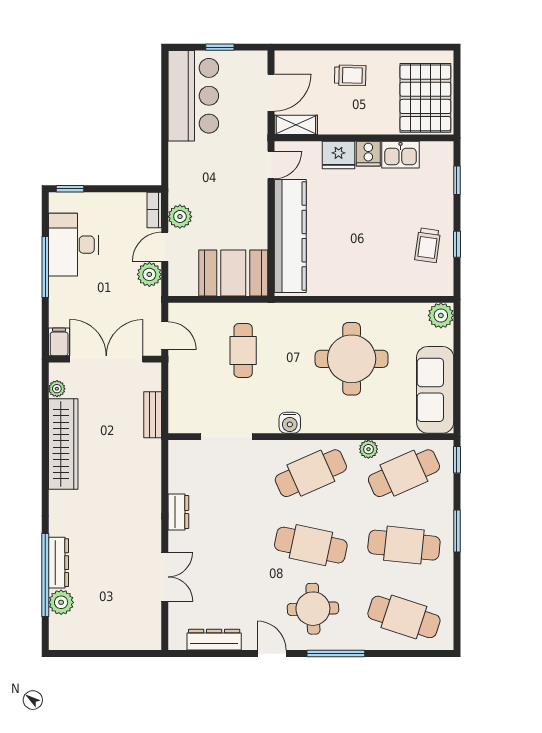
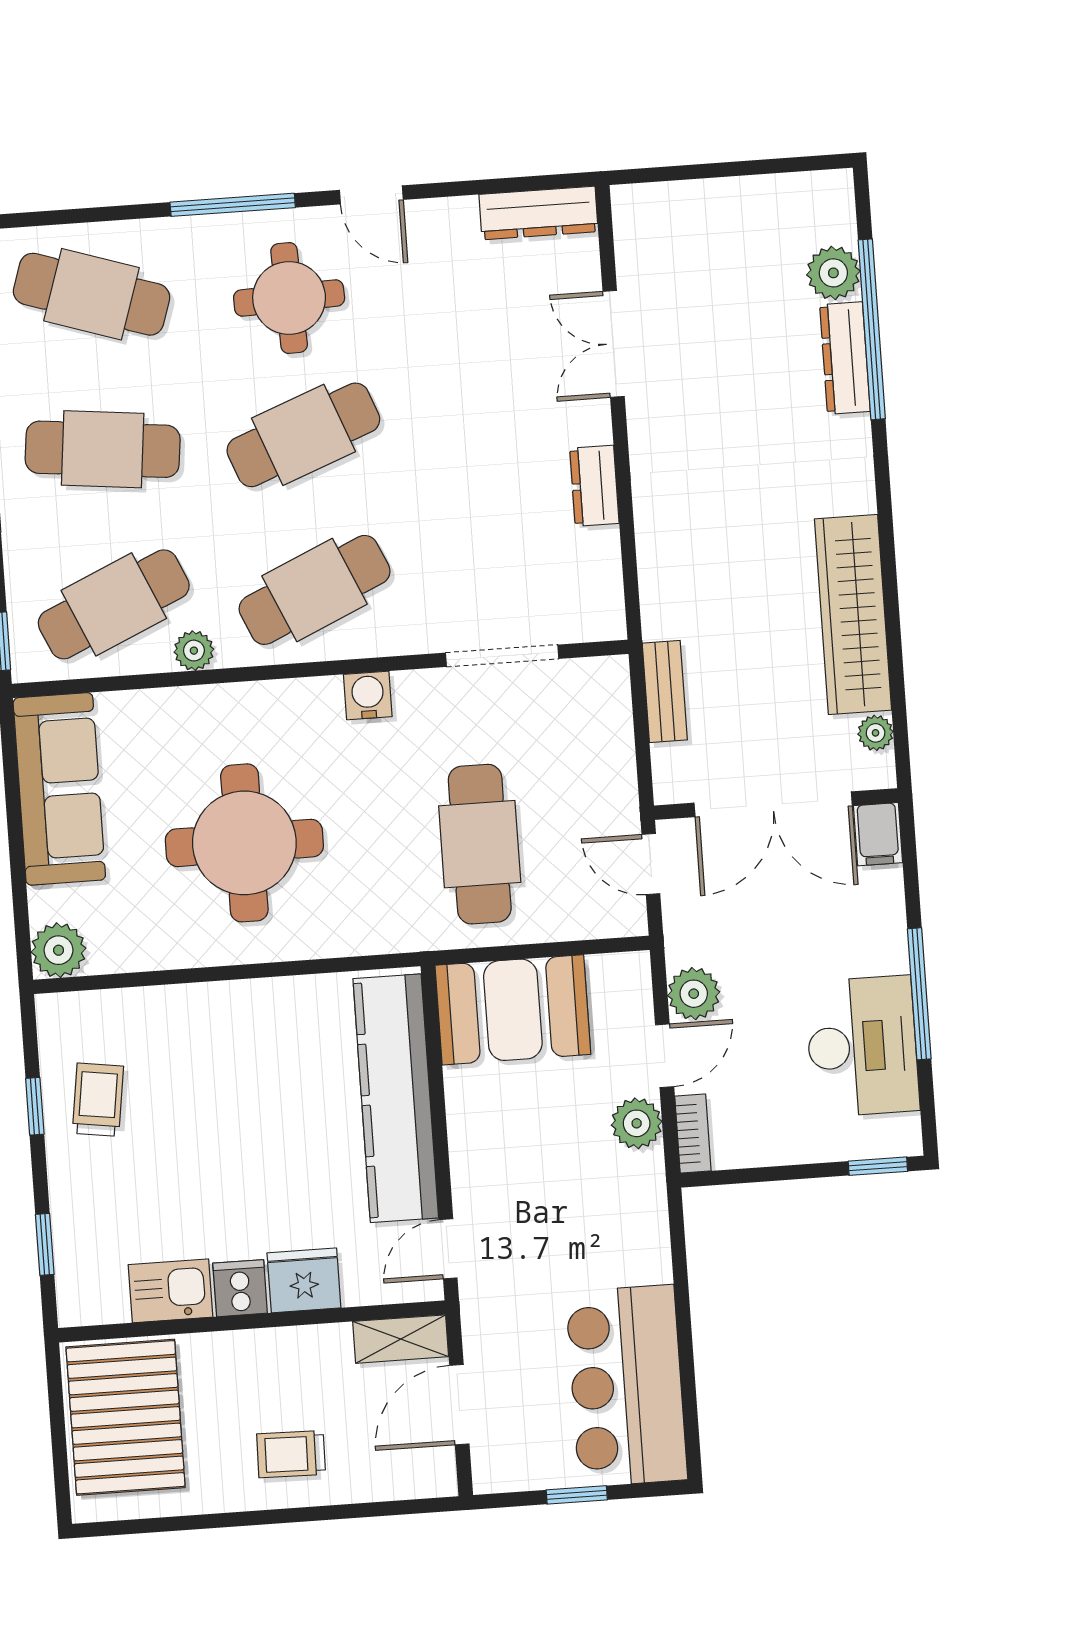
cafe table: (243, 350) -> (480, 844), width x1.37, depth x1.35
cafe table: (311, 545) -> (303, 435), turned -33
dresser: (214, 640) -> (539, 213), moved

